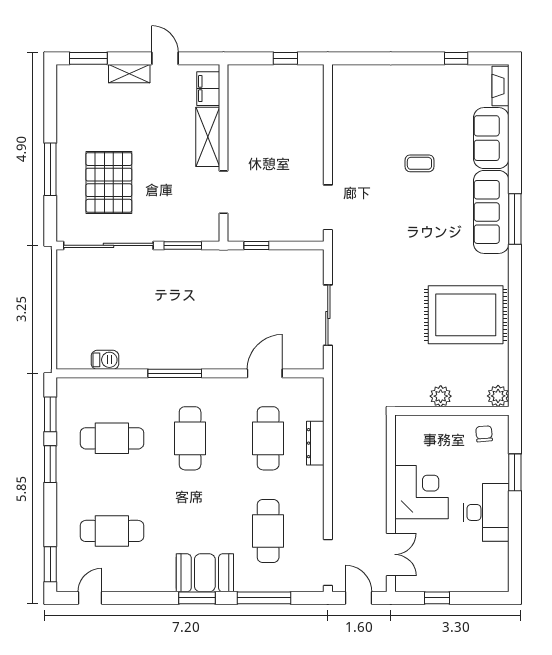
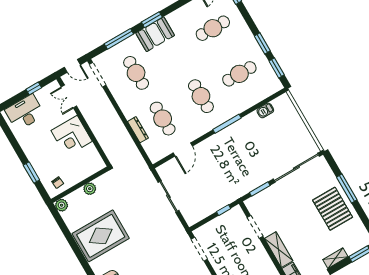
pallet: (109, 182) -> (333, 209), moved
desk: (486, 512) -> (25, 112), moved, turned 90

